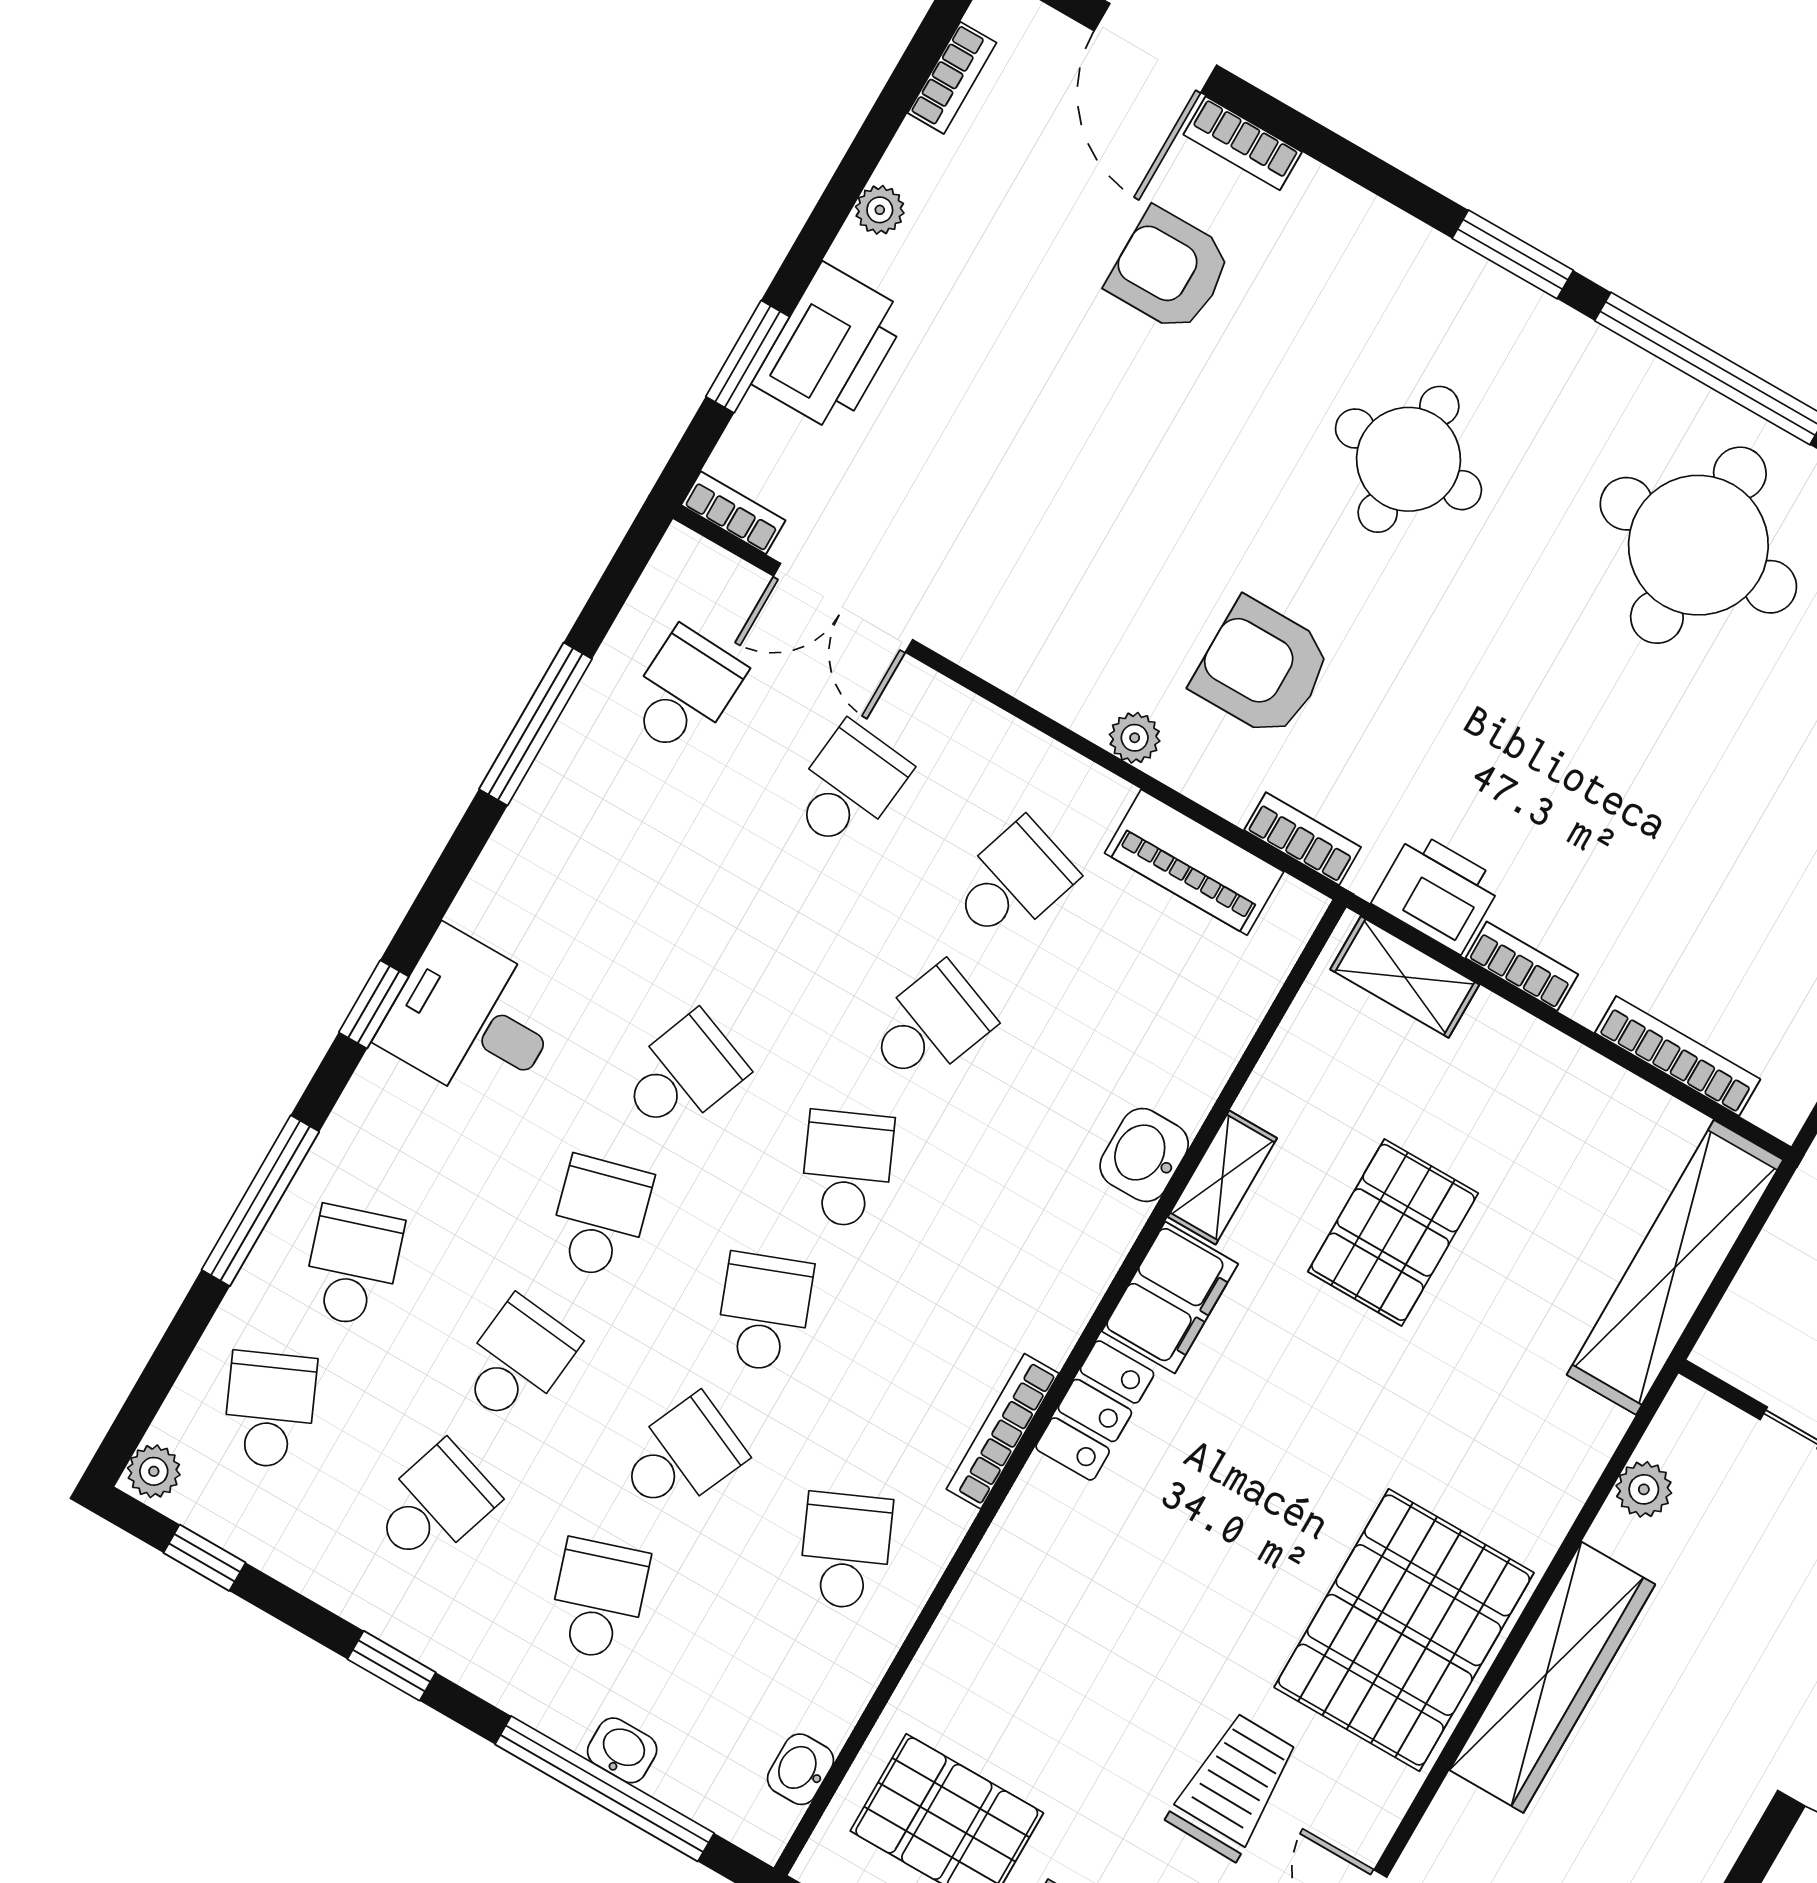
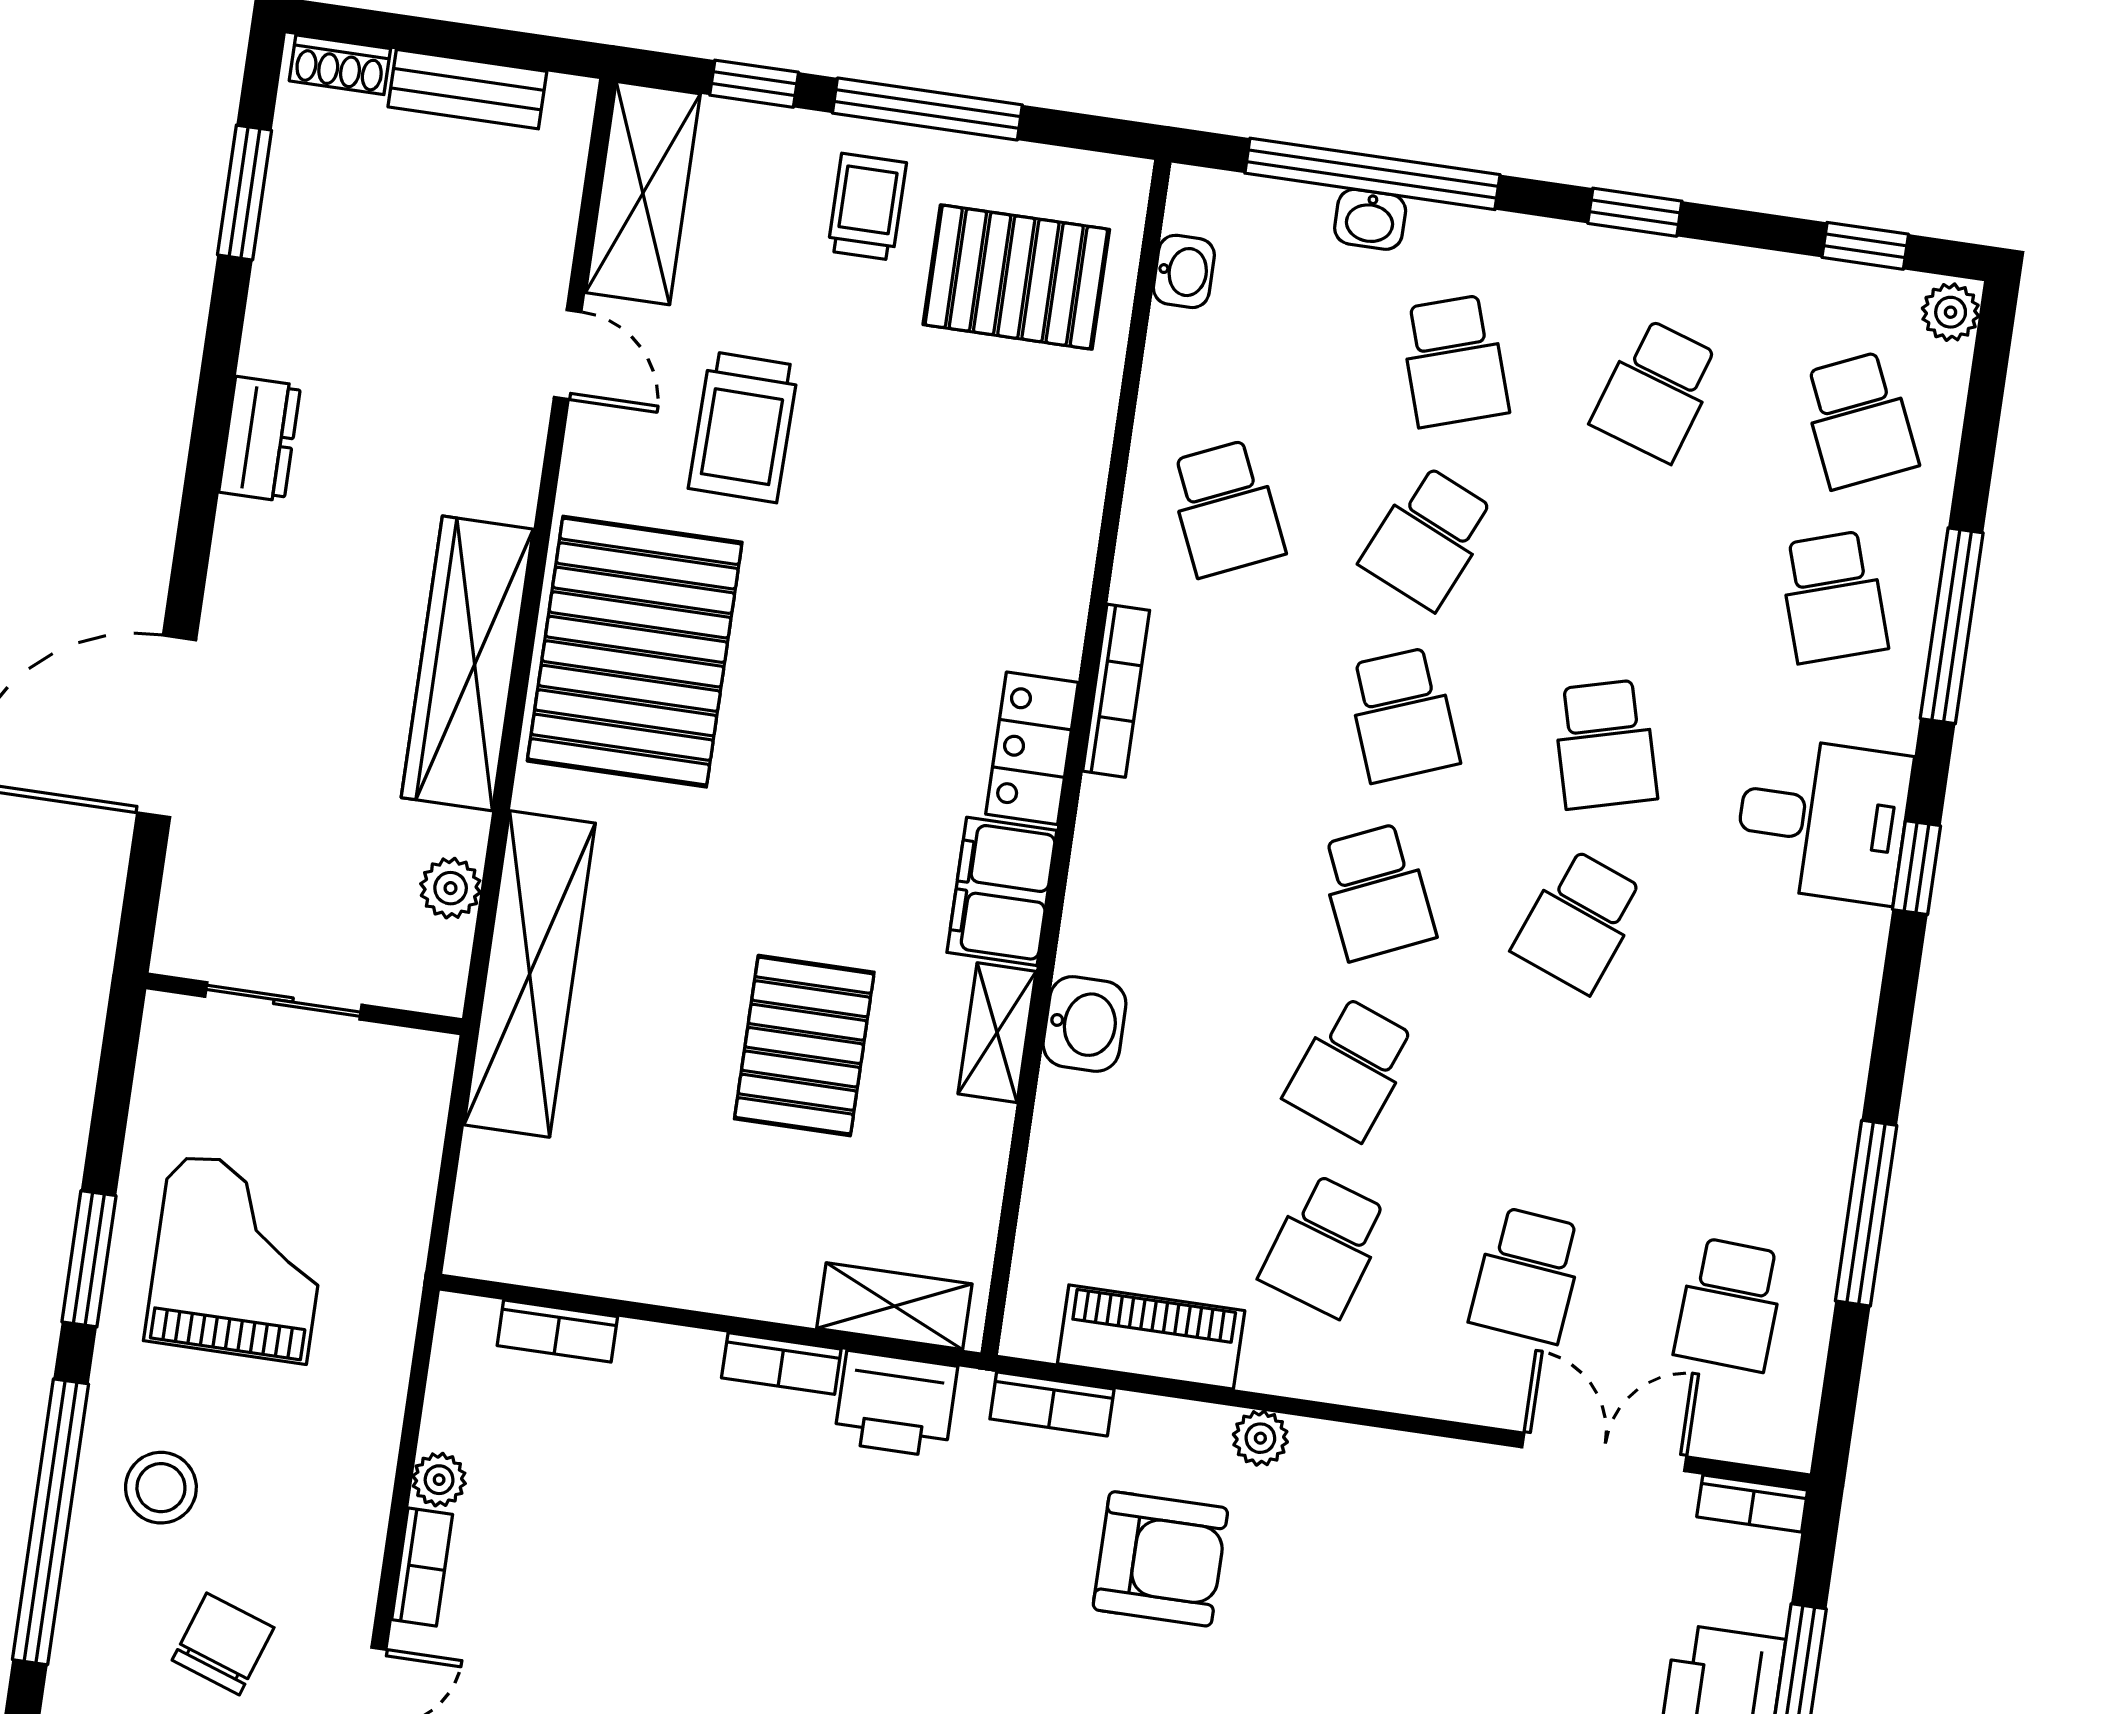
desk: (472, 1019) -> (1823, 820), moved
bookcase: (1678, 1056) -> (557, 1331), width x0.64
shelving: (1675, 1267) -> (530, 974), moved
school desk: (517, 1361) -> (1631, 567), removed

